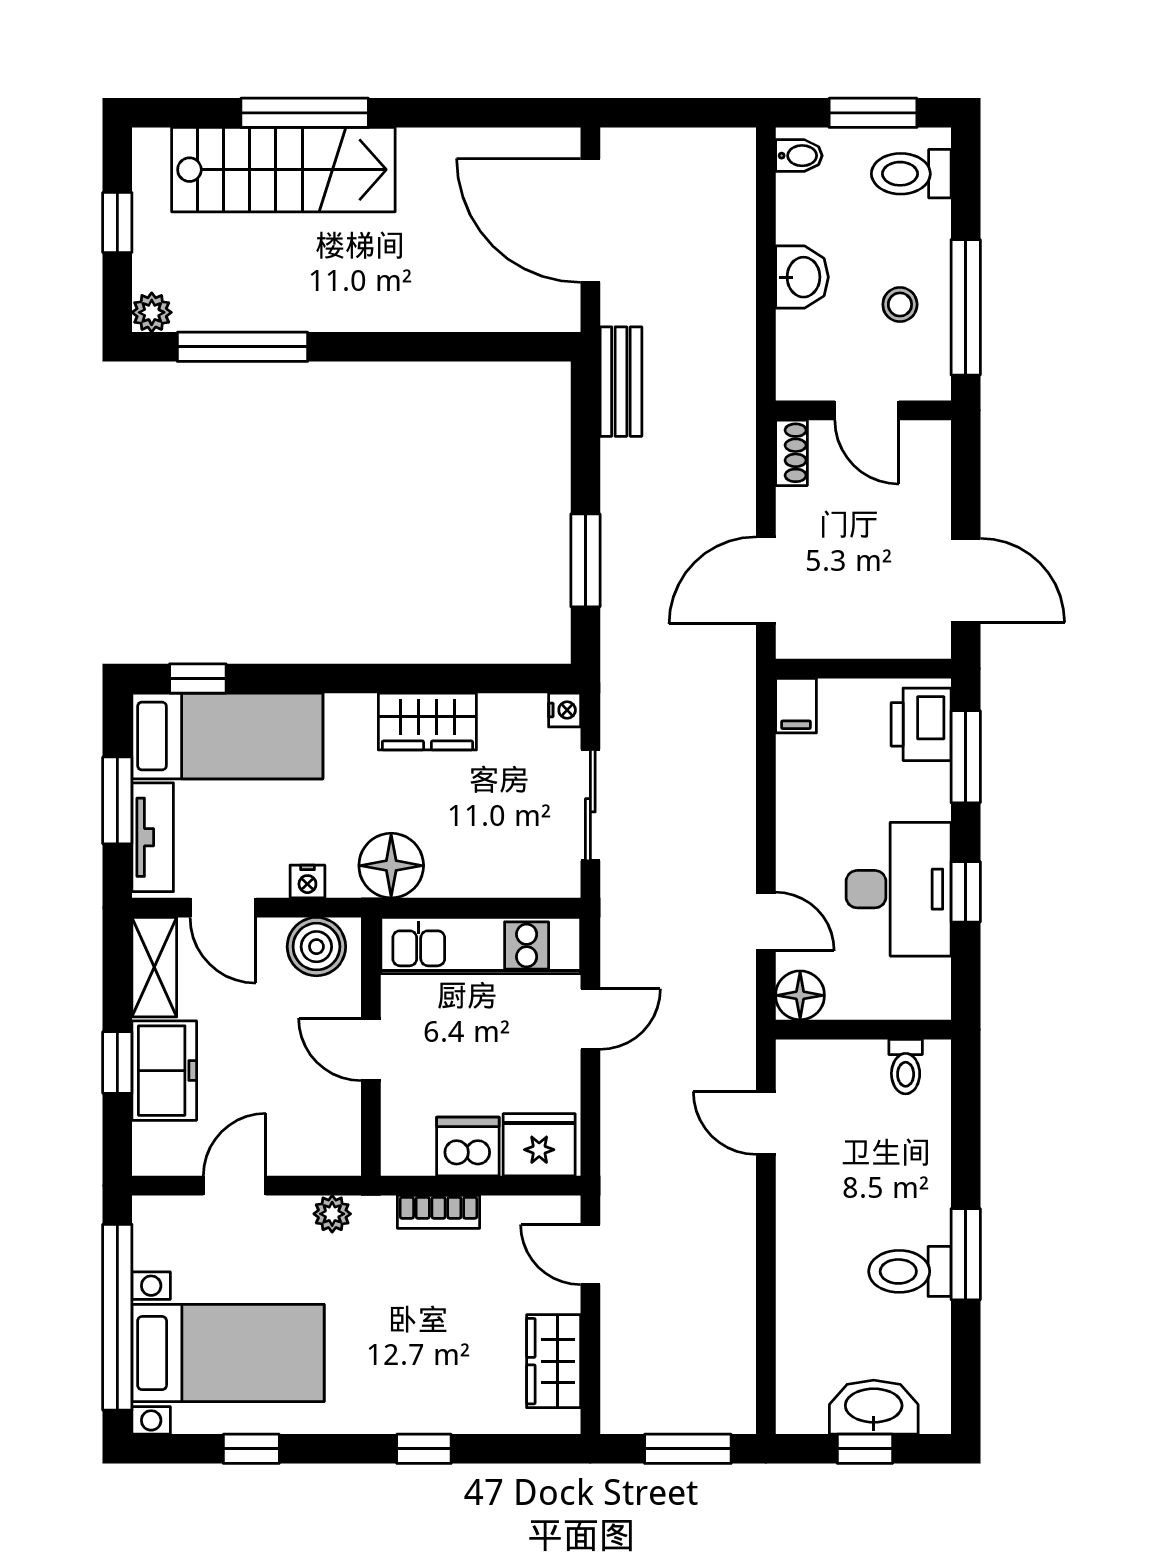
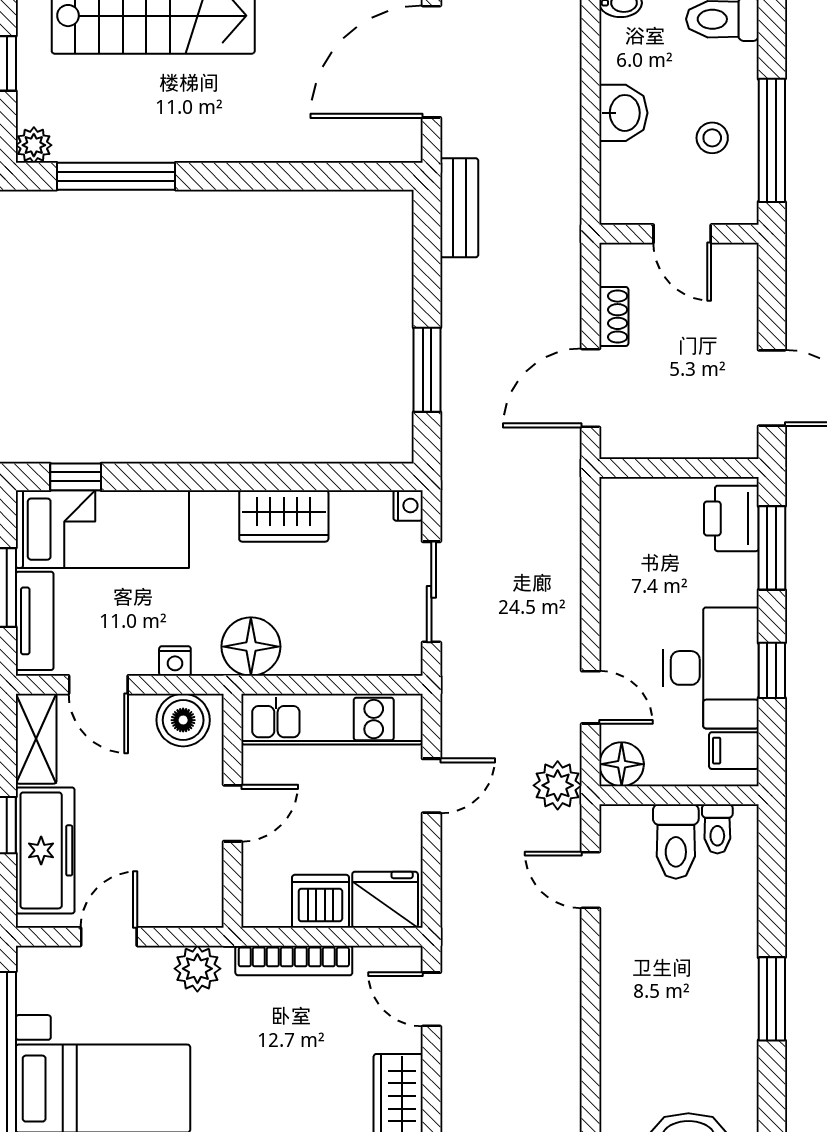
door: (590, 221) -> (431, 62), hinge flipped
shoe rack: (791, 453) -> (614, 317), moved
filing cabinet: (796, 706) -> (734, 751), moved, turned 90
plant: (729, 1019) -> (558, 785), added
door: (371, 1049) -> (232, 813), swing flipped
freezer: (164, 1071) -> (45, 850), width x1.40
bookcase: (439, 1212) -> (294, 960), width x1.56
plant: (332, 1214) -> (197, 969), width x1.38, depth x1.38
toilet: (910, 1271) -> (676, 841), moved, turned -90

